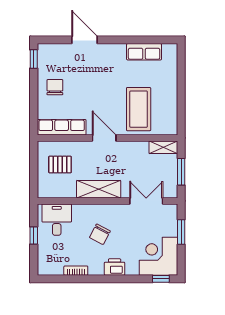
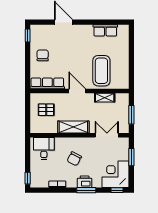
shelving: (163, 147) -> (105, 98), moved
window: (34, 236) -> (28, 178), moved
window: (117, 279) -> (86, 190), added

